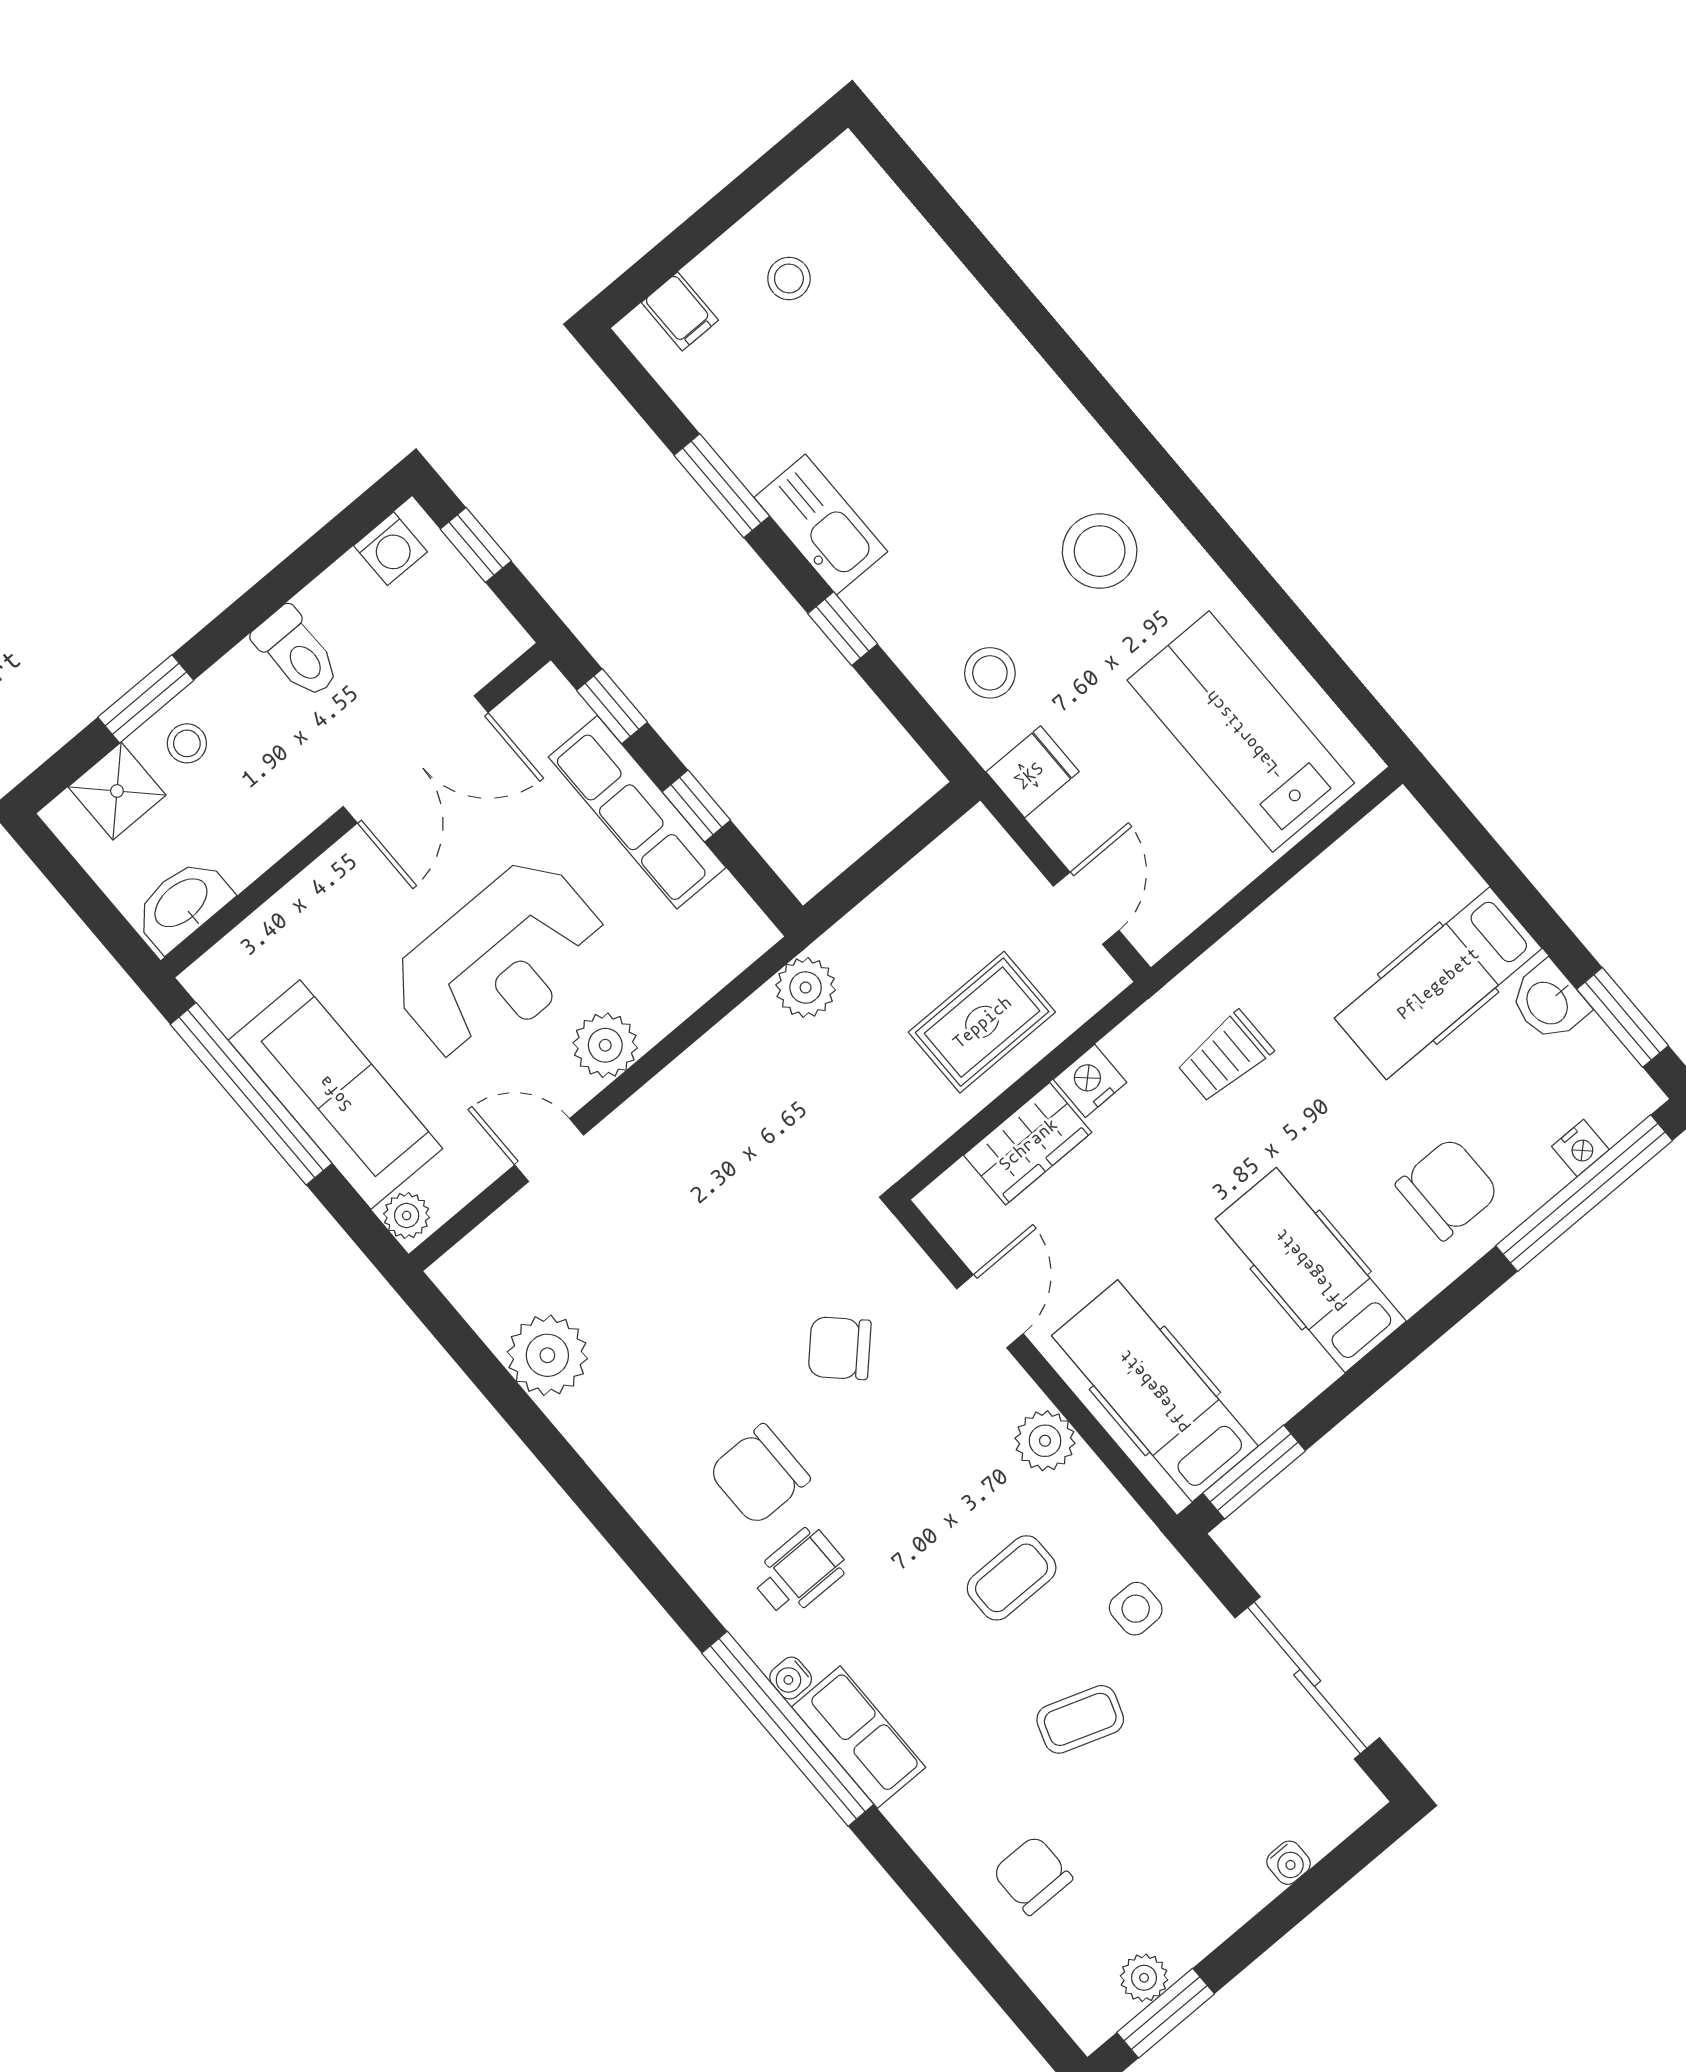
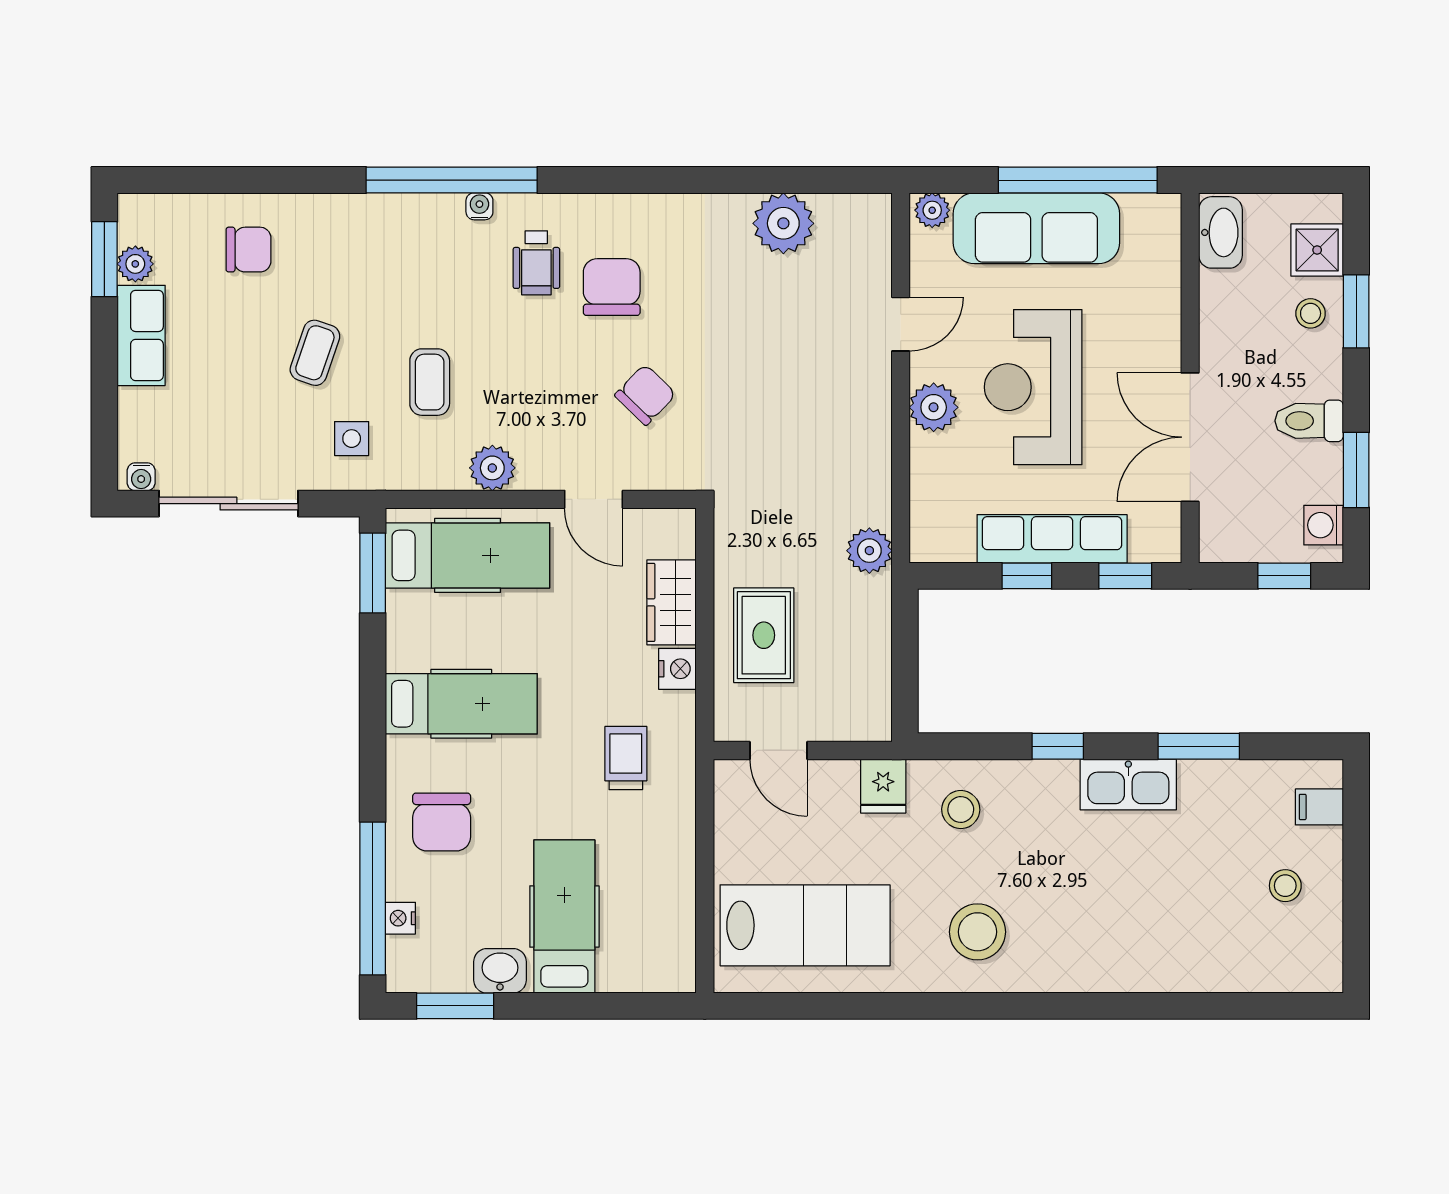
window: (307, 563) -> (1356, 470), added
row of seats: (859, 1737) -> (141, 335), moved, turned -90
water cooler: (1289, 1863) -> (141, 477), moved, turned -90

